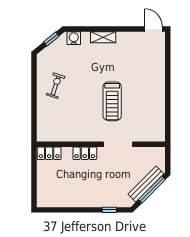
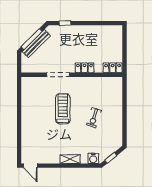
exercise bike: (56, 86) -> (94, 118), moved

